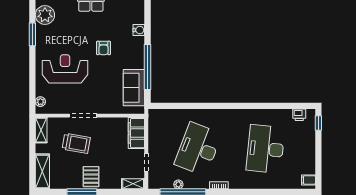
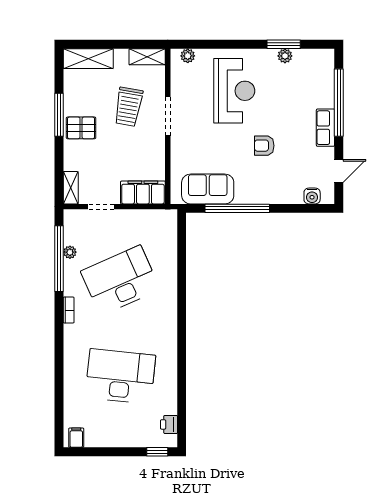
plant: (45, 15) -> (285, 56), moved, width x0.53, depth x0.53
water cooler: (139, 30) -> (312, 196), moved
desk: (198, 149) -> (120, 280), turned -45

